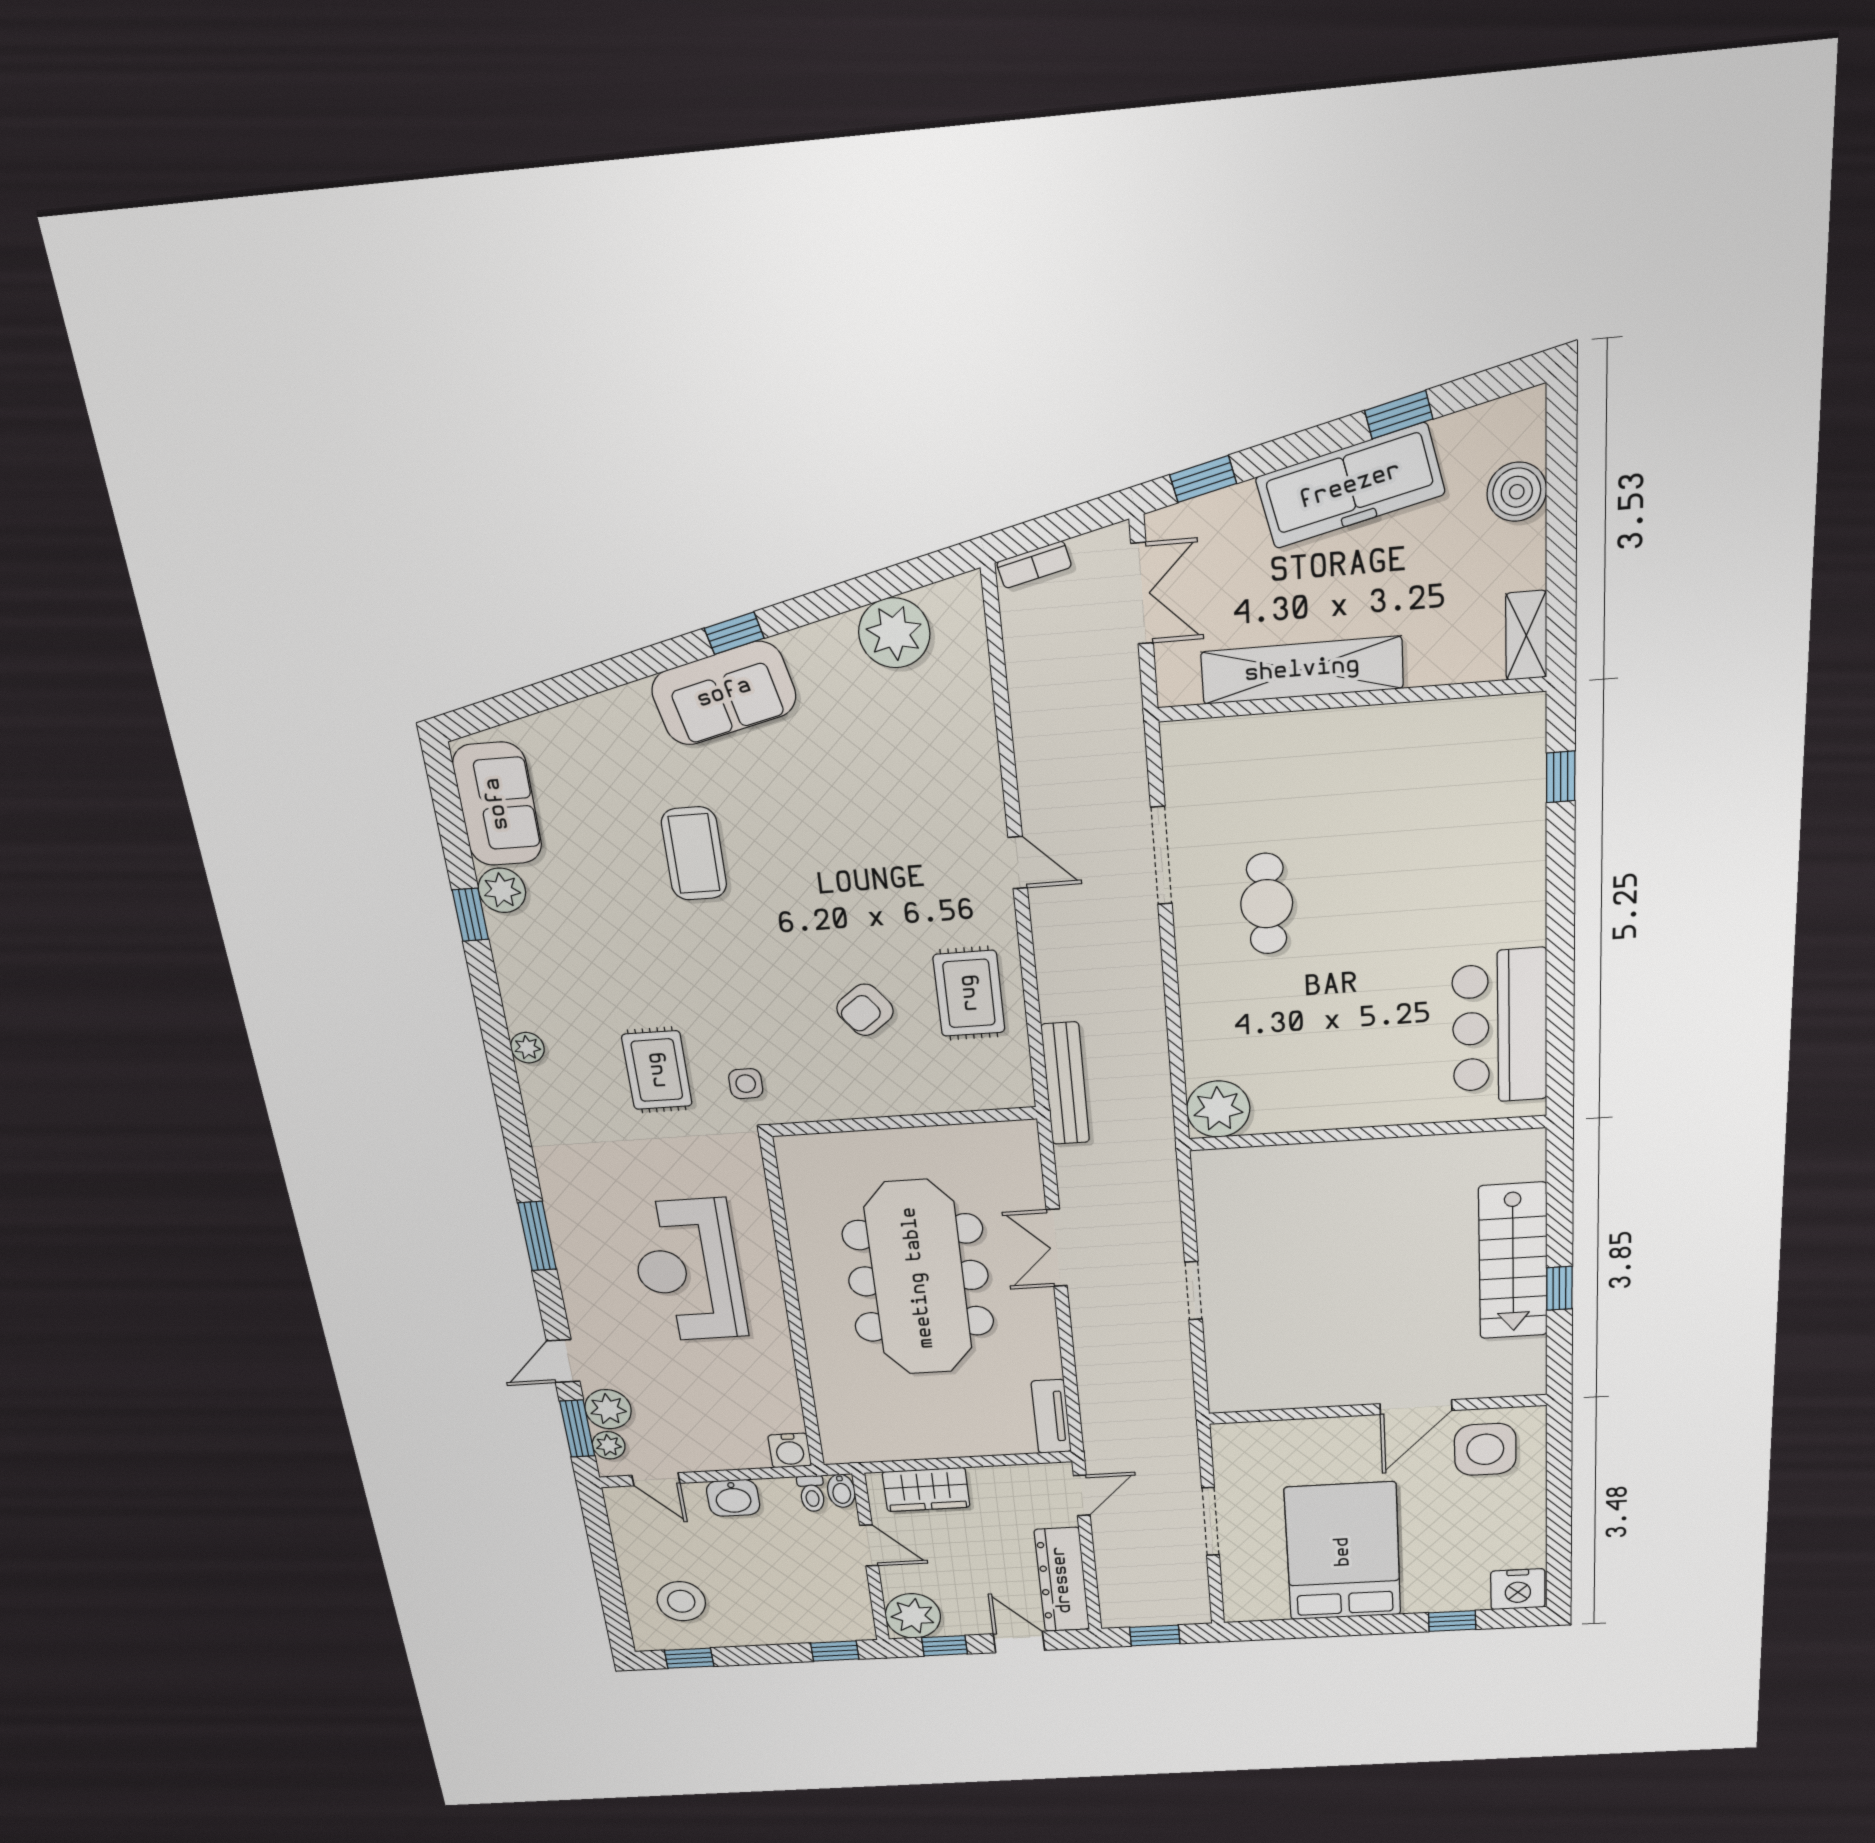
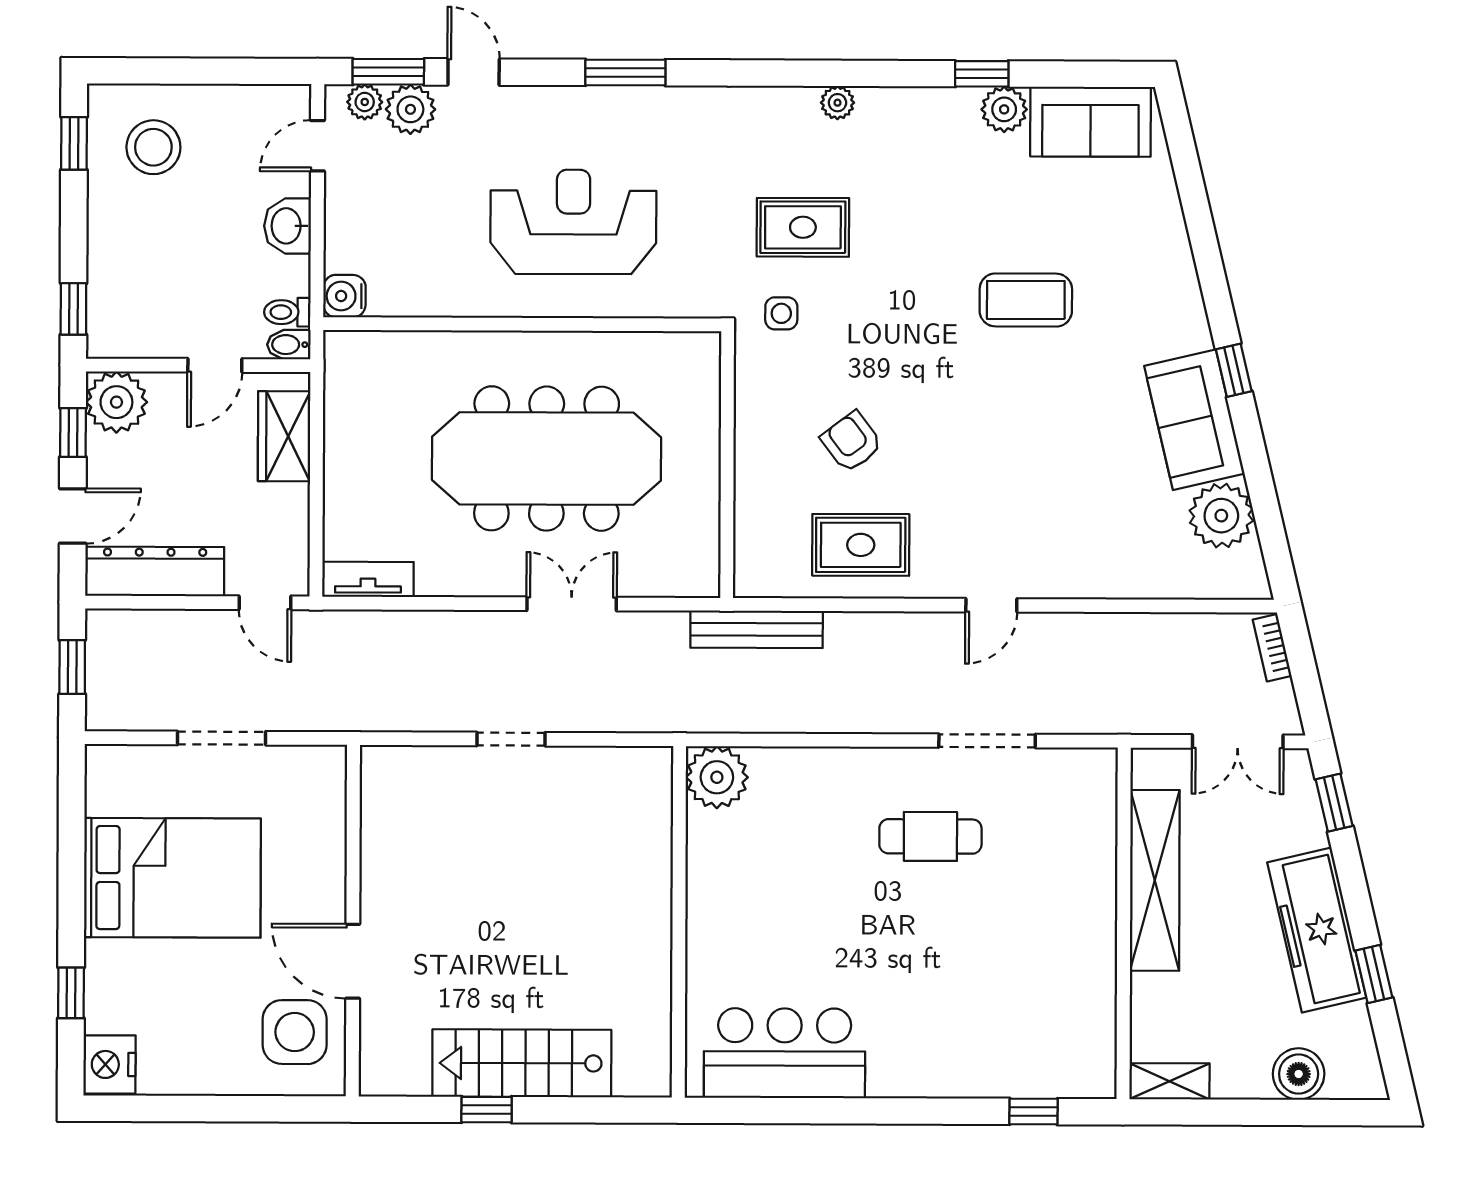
sofa: (724, 693) -> (1194, 420), moved

